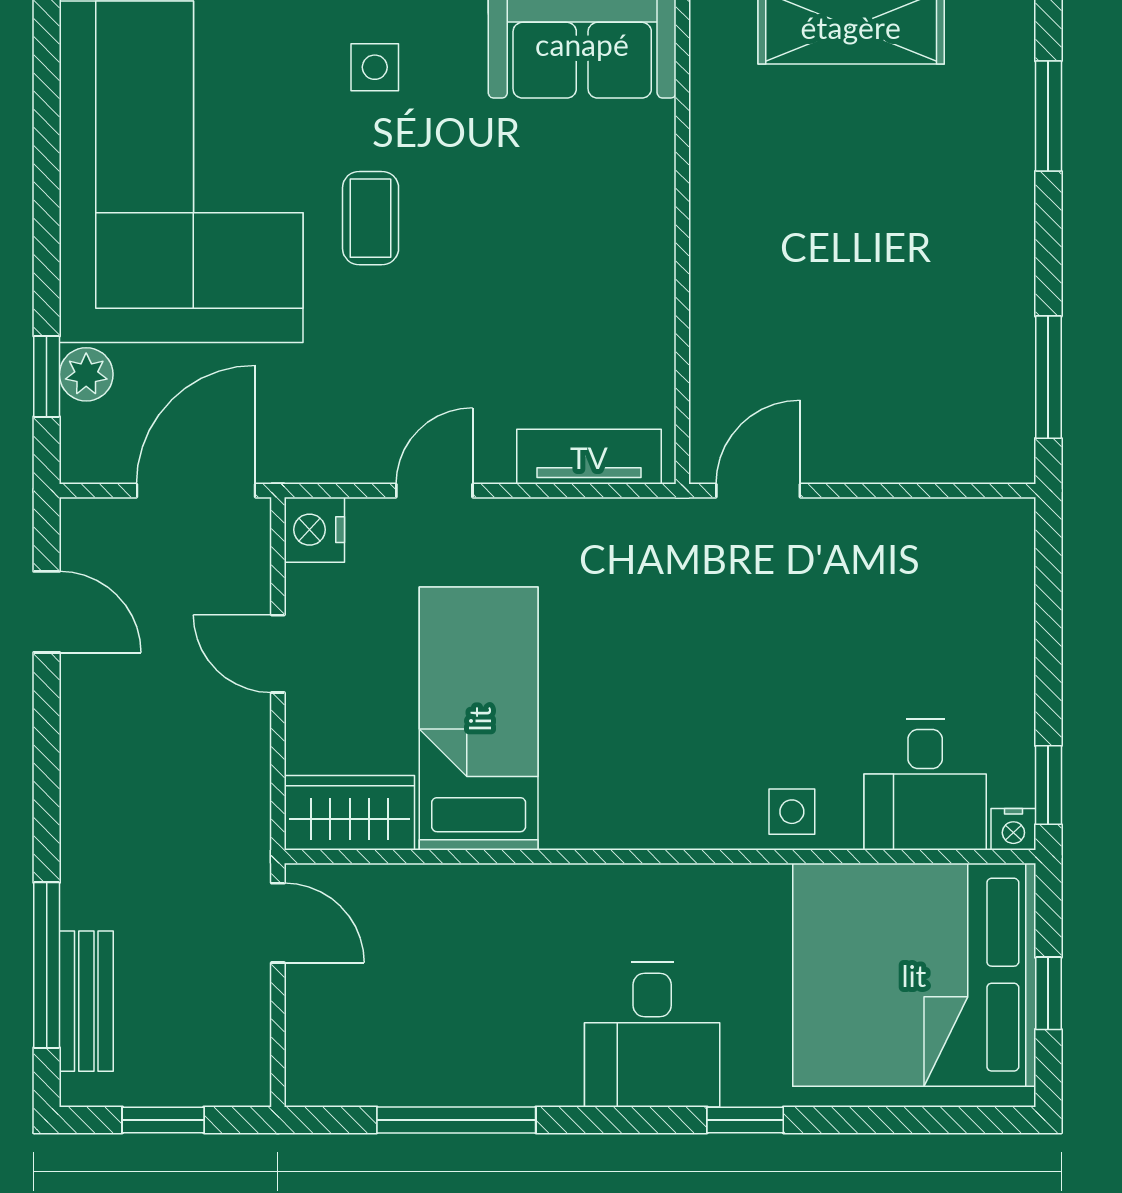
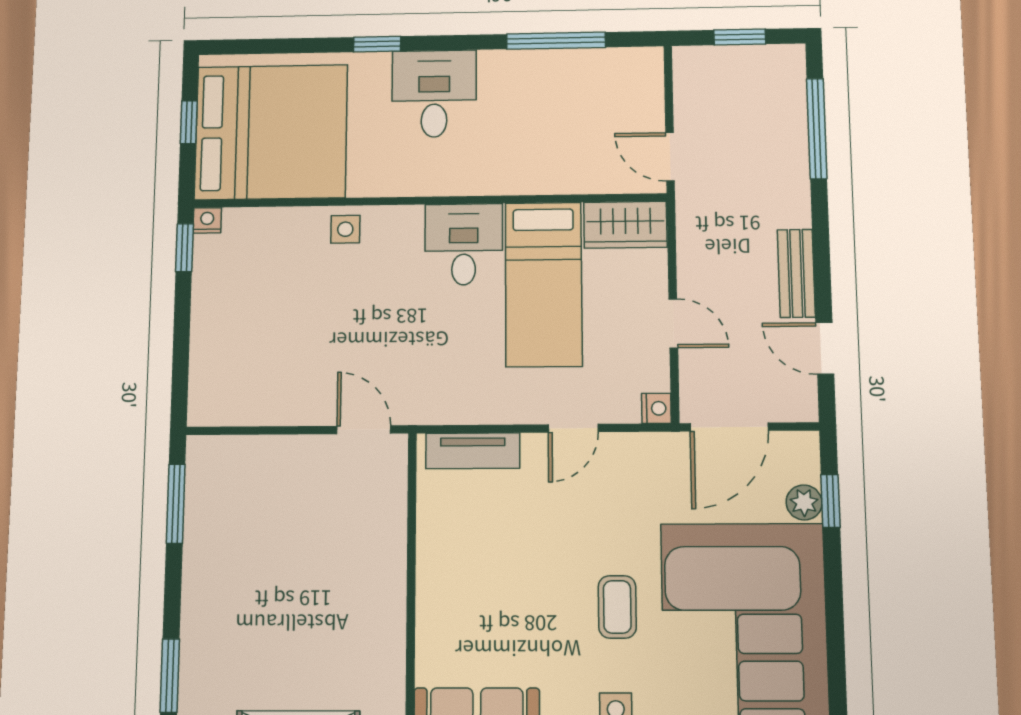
door: (758, 491) -> (364, 430), swing flipped
nightstand: (314, 530) -> (656, 408), width x0.72, depth x0.74
desk: (925, 784) -> (464, 244), moved
bench: (86, 1001) -> (796, 273), moved

